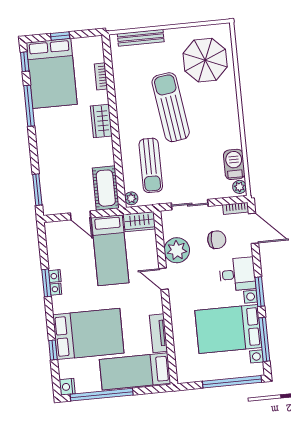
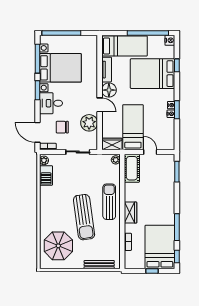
sun lounger: (151, 165) -> (109, 202), moved
floor lamp: (152, 303) -> (109, 90), added

